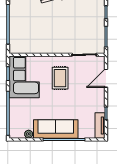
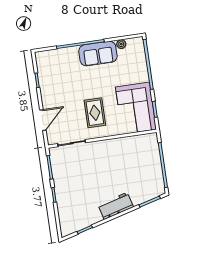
tv unit: (100, 125) -> (42, 66), removed
sofa: (56, 129) -> (98, 54), width x0.73

